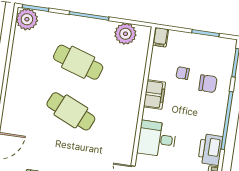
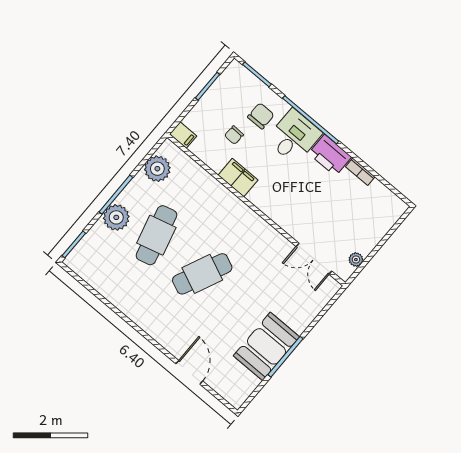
plant: (27, 19) -> (116, 217), moved
cafe table: (78, 62) -> (156, 235), turned -33
desk: (157, 139) -> (294, 137), moved, turned 180

